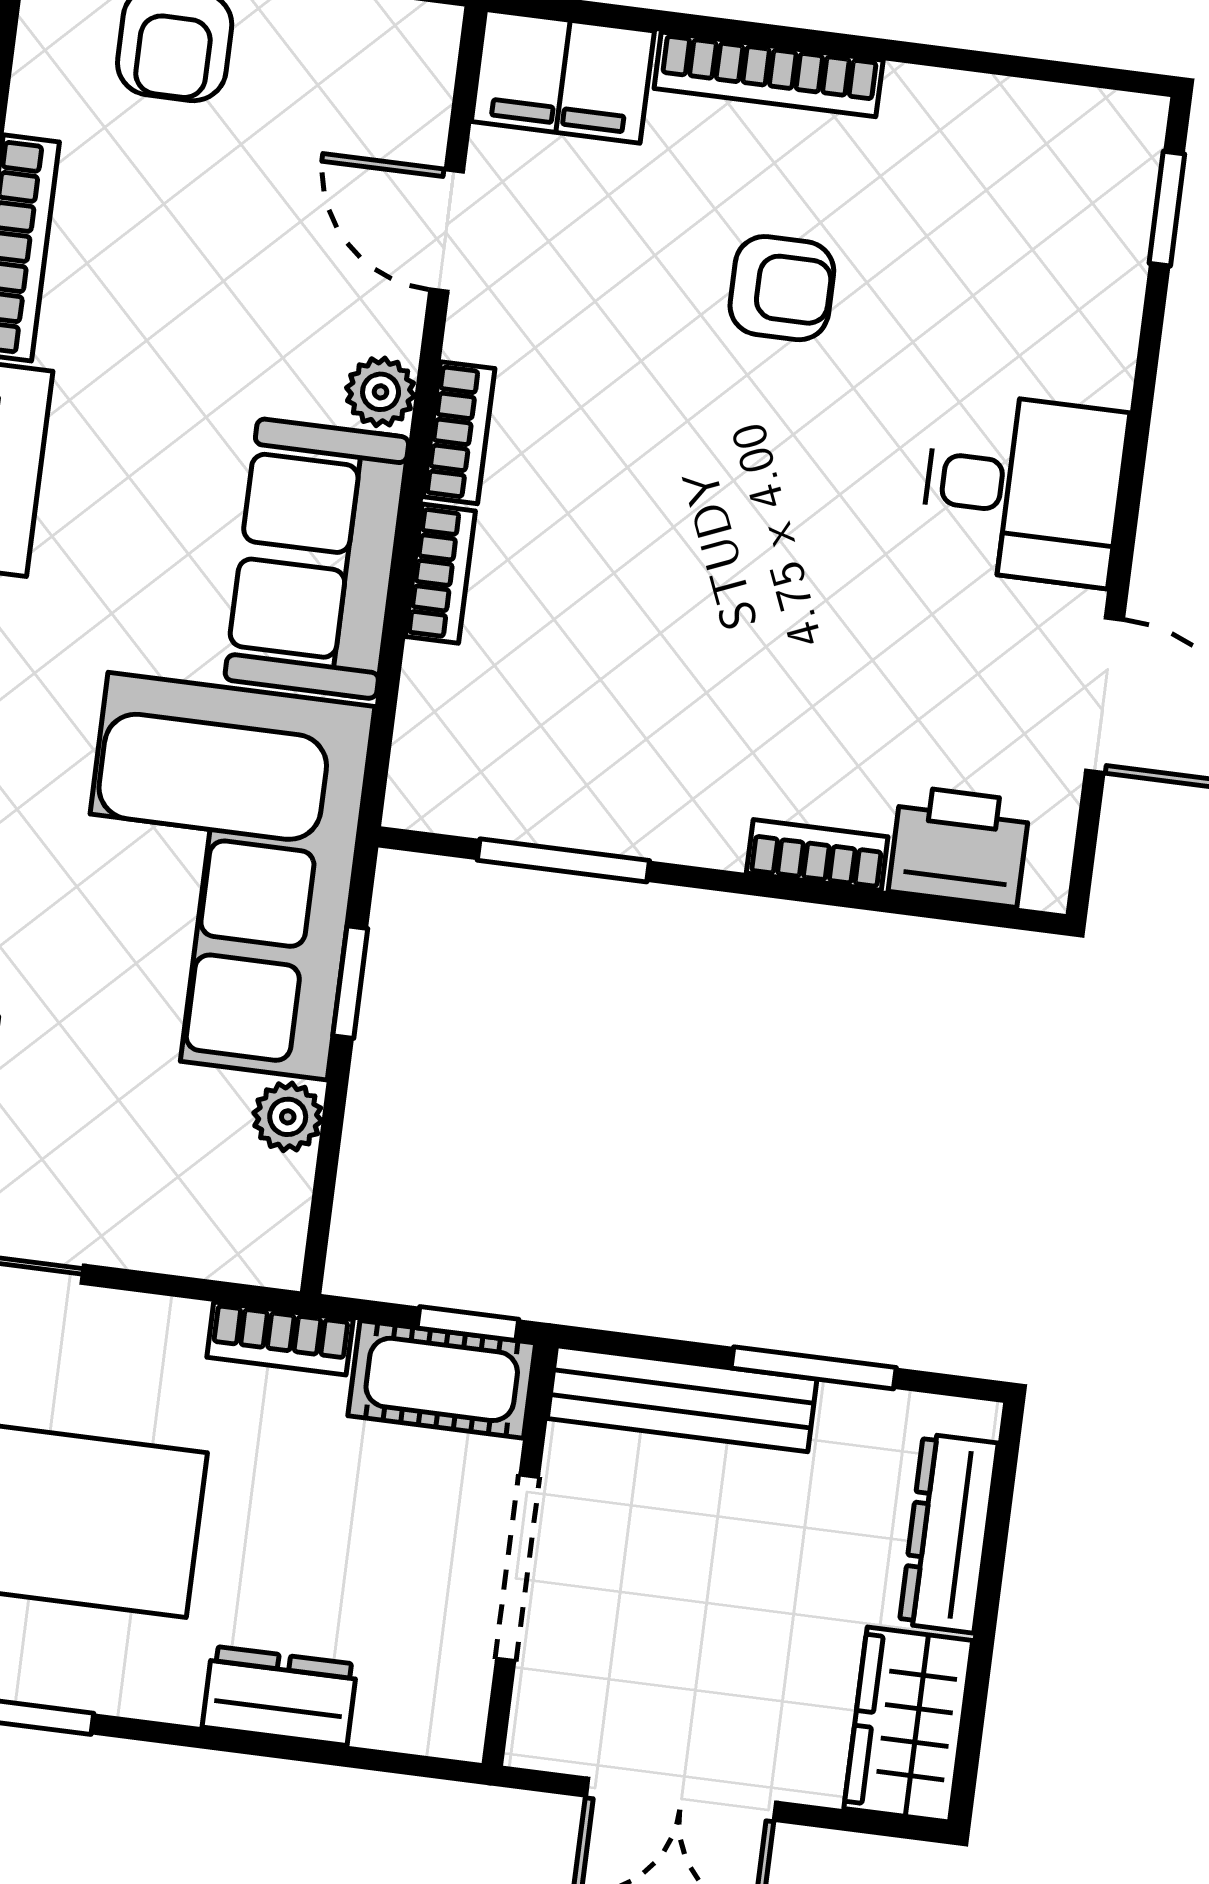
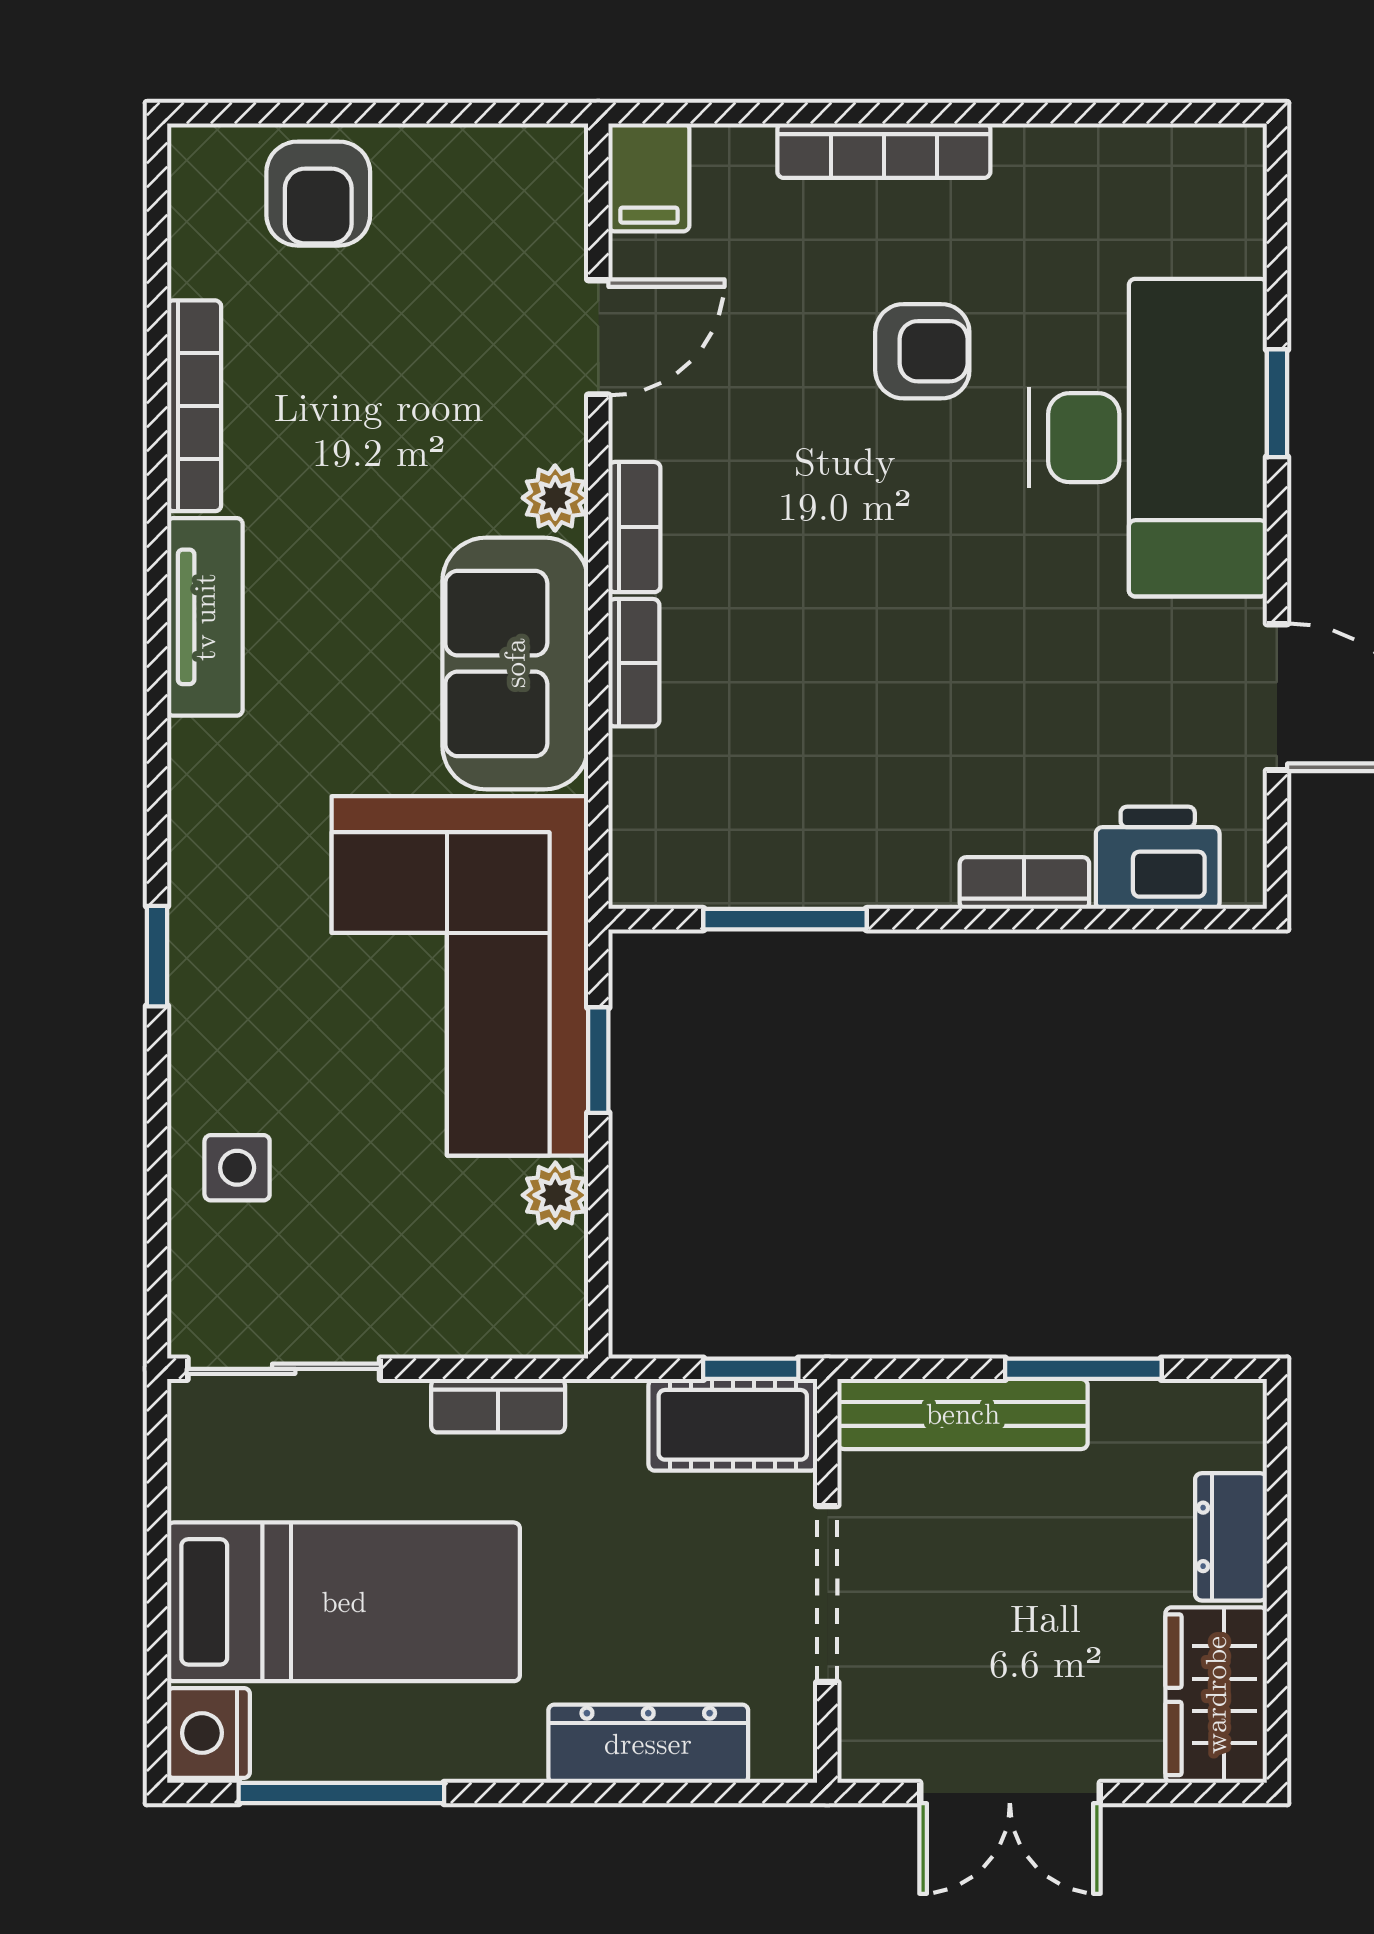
filing cabinet: (563, 76) -> (649, 177), width x0.50
window: (1167, 209) -> (1277, 403), moved
door: (447, 231) -> (598, 337), swing flipped
desk: (1024, 489) -> (1148, 438), width x1.87, depth x1.30
bookcase: (280, 1338) -> (498, 1406), moved
dresser: (949, 1533) -> (1231, 1537), width x0.70
dresser: (280, 1696) -> (648, 1744), width x1.44

